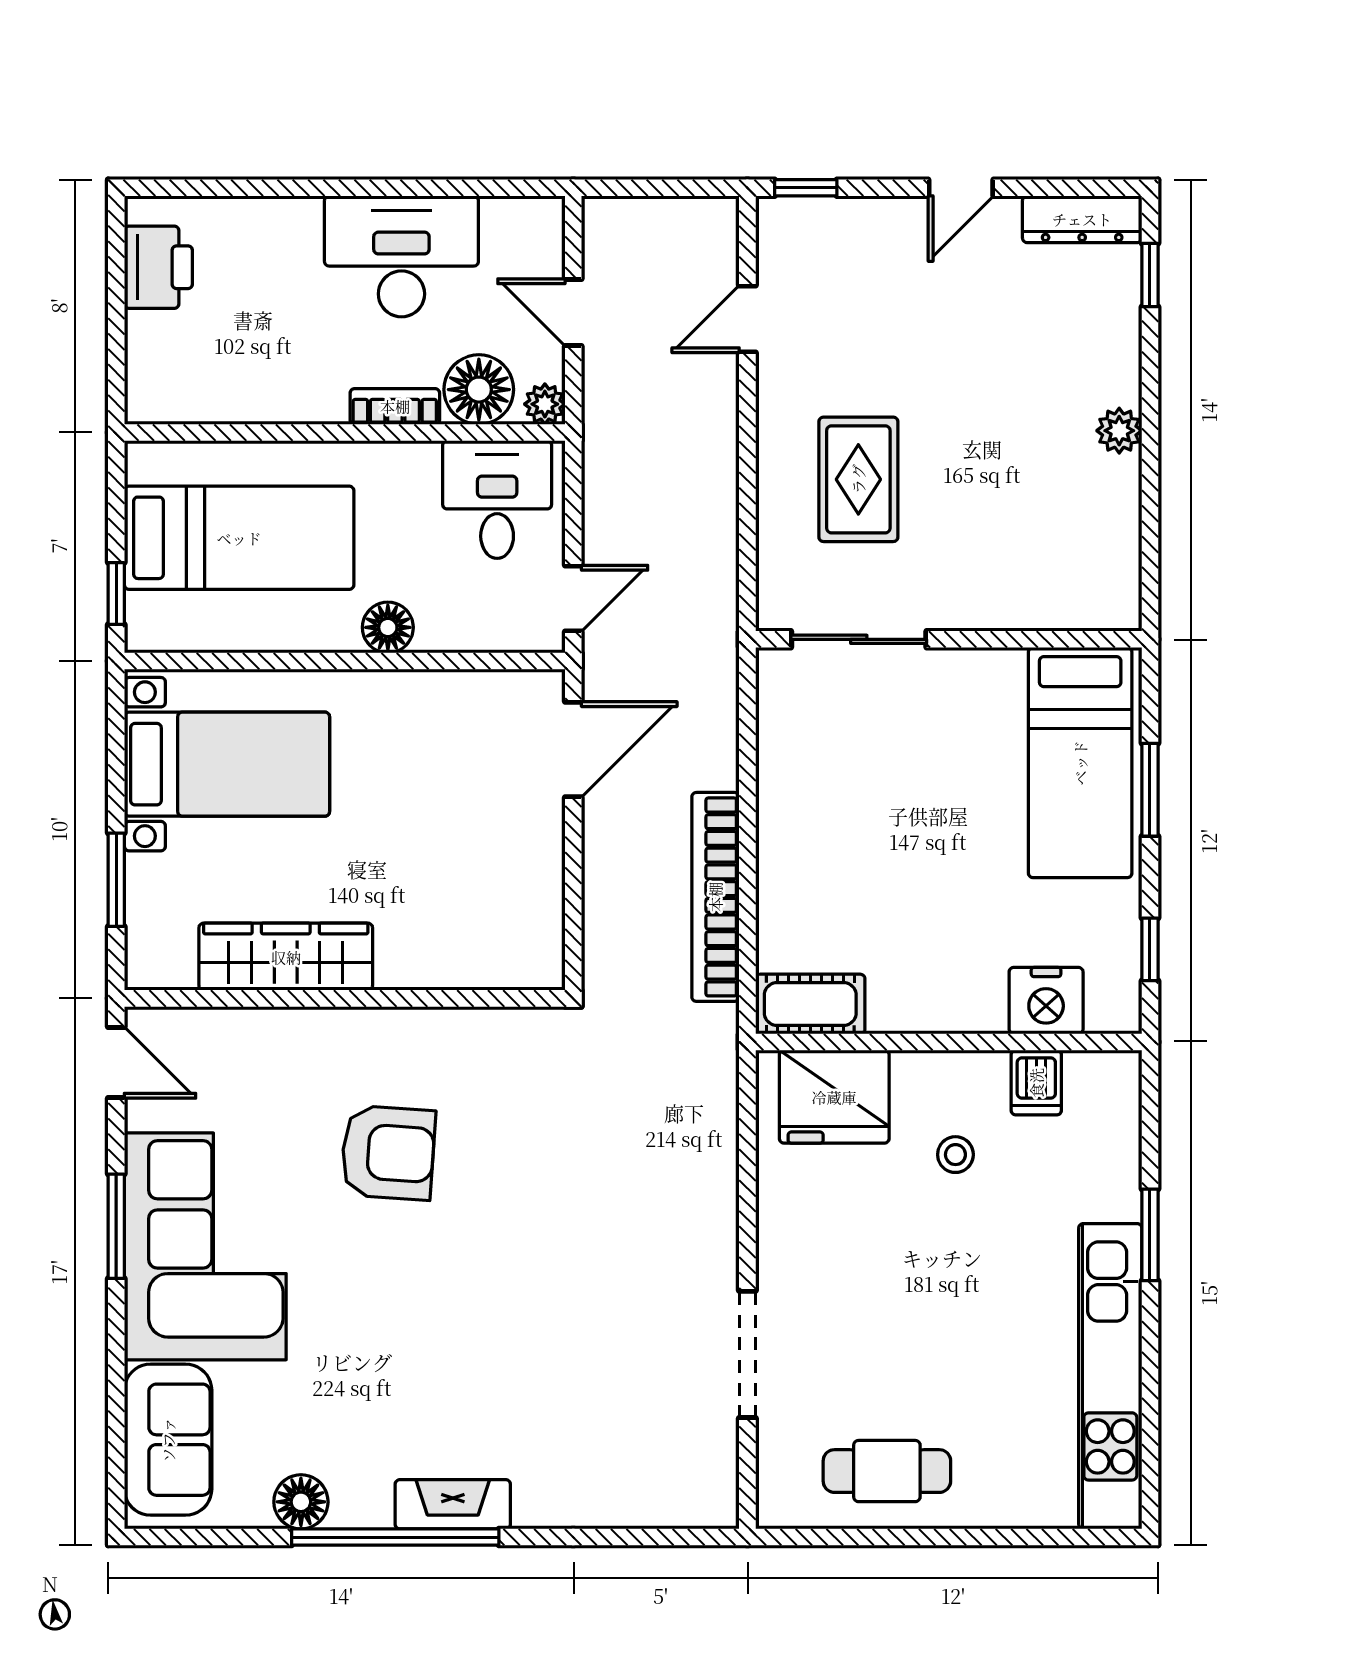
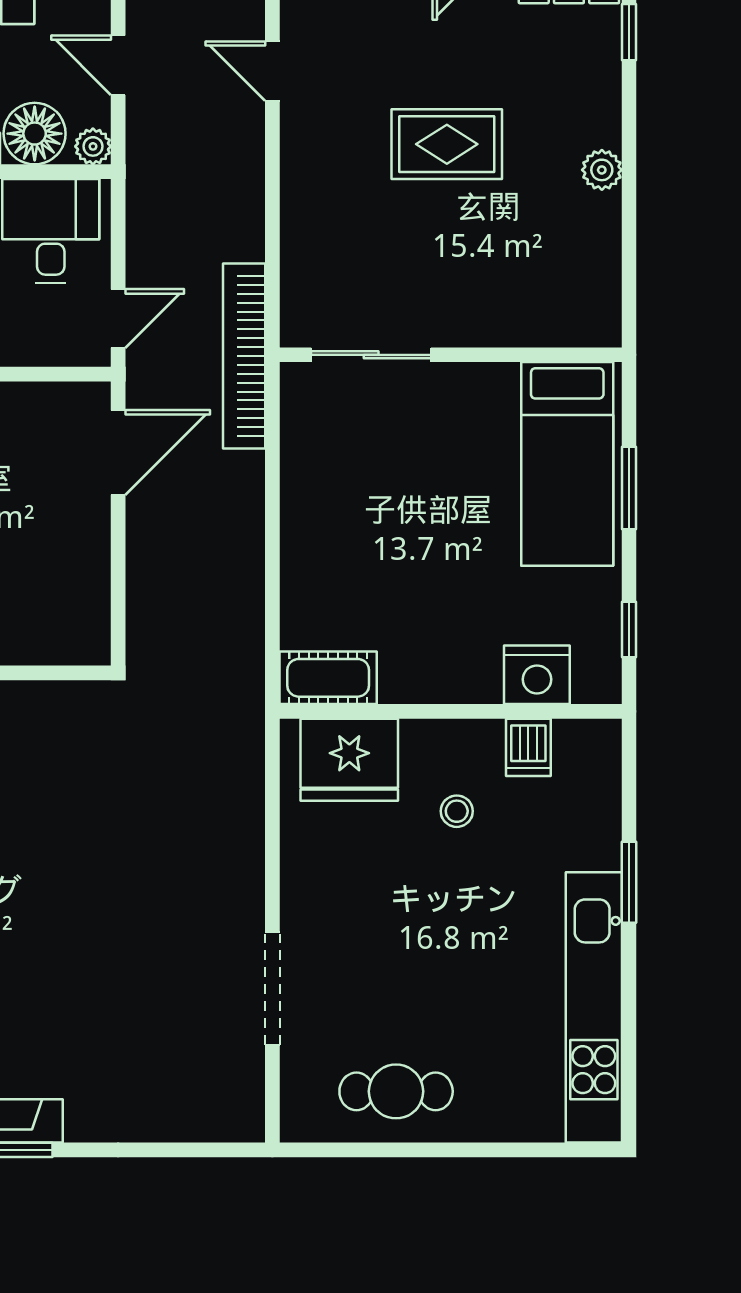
door: (747, 319) -> (272, 71), hinge flipped
rug: (858, 479) -> (447, 144), moved, turned 90
bookcase: (715, 897) -> (244, 356), moved

